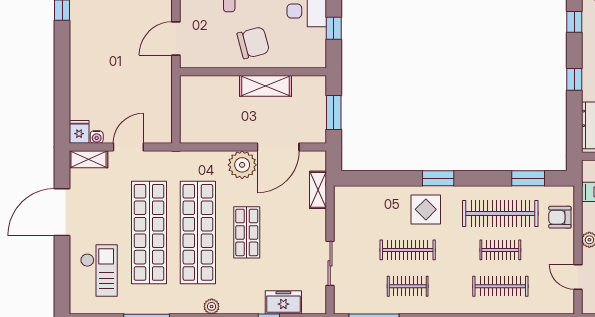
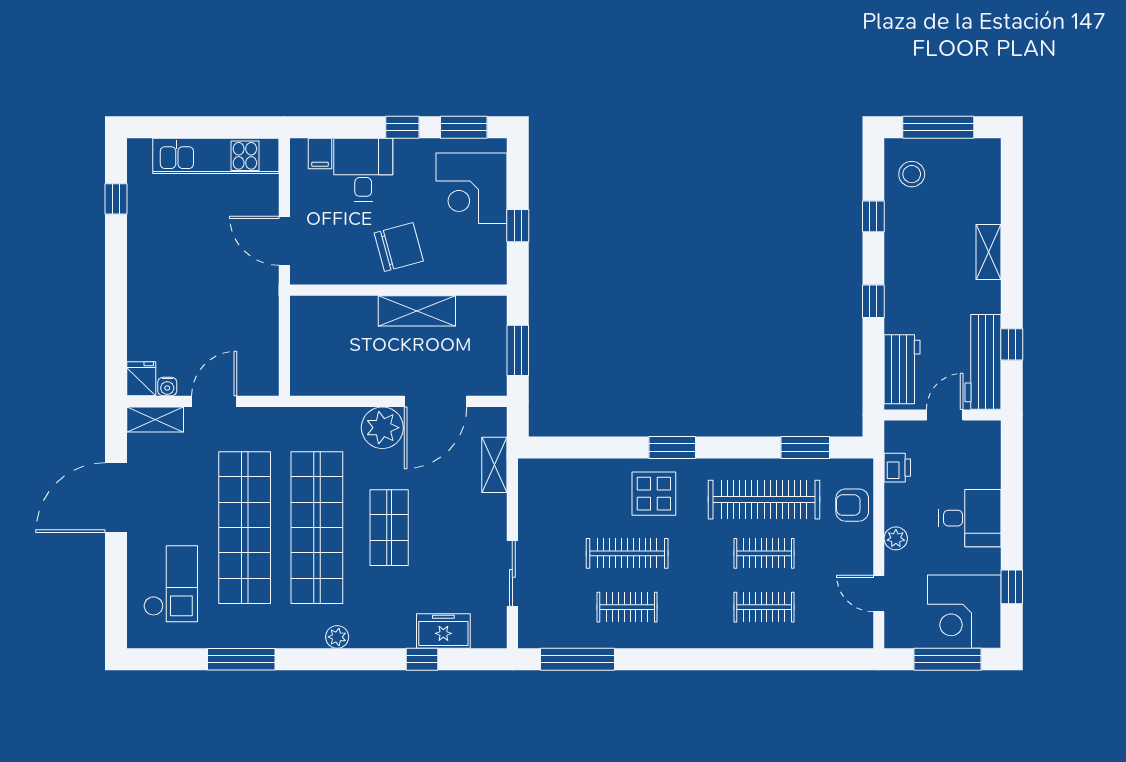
door: (176, 38) -> (284, 241), hinge flipped
clothes rail: (500, 286) -> (764, 607), width x0.73

